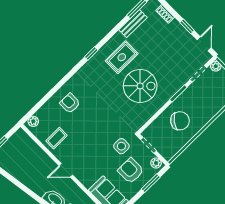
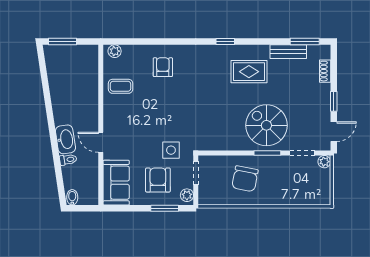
spiral stairs: (140, 86) -> (266, 125), moved, turned 180
chair: (180, 121) -> (245, 179), turned 64
door: (66, 170) -> (101, 142), moved

